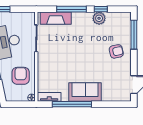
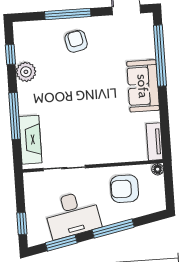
window: (101, 9) -> (10, 54), moved
window: (134, 35) -> (68, 14), moved
window: (72, 104) -> (160, 56), moved

